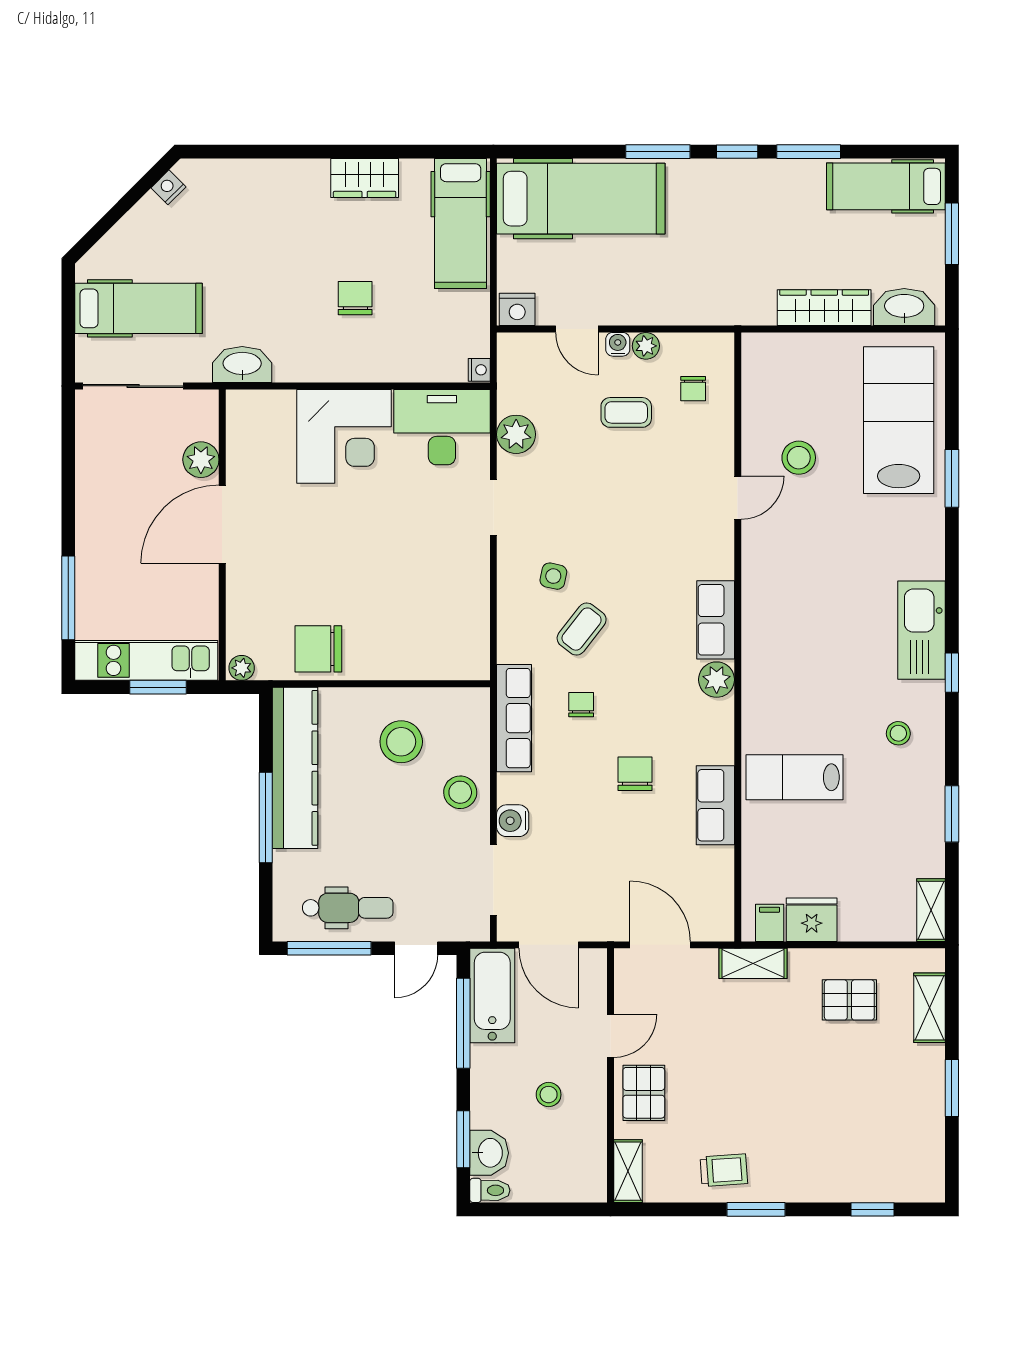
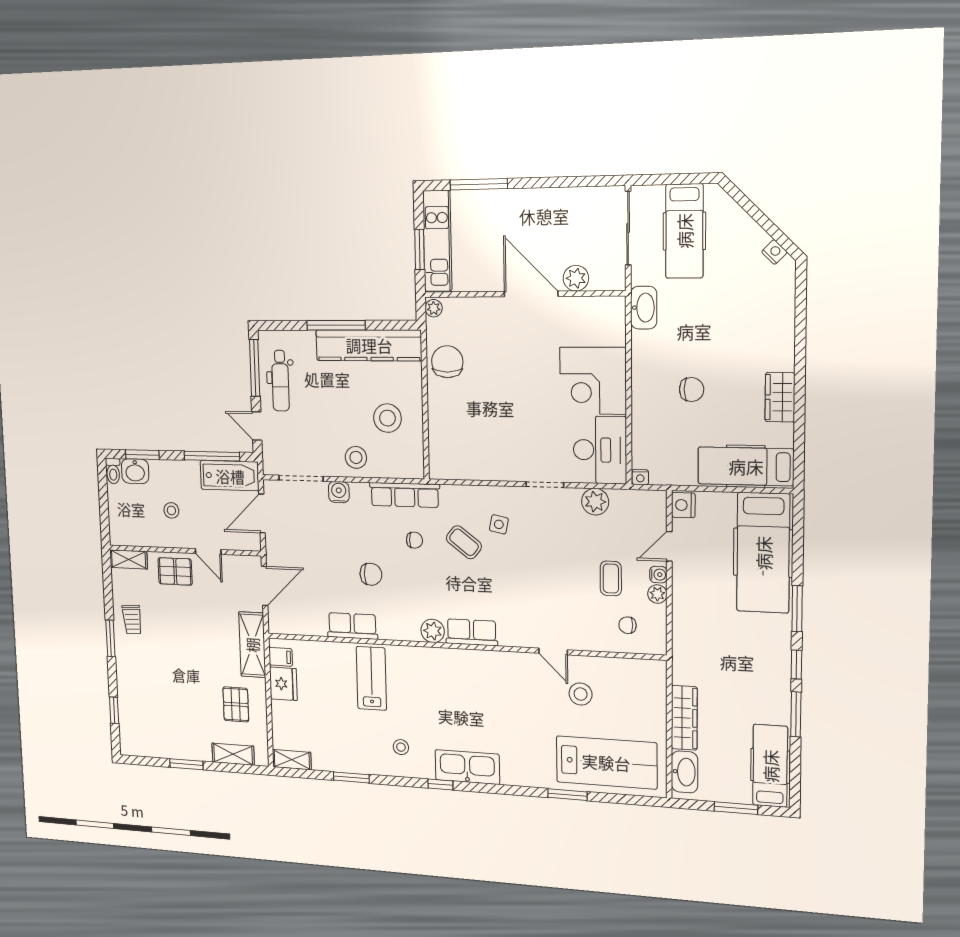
shelving: (753, 963) -> (252, 645), width x1.50, depth x1.33

